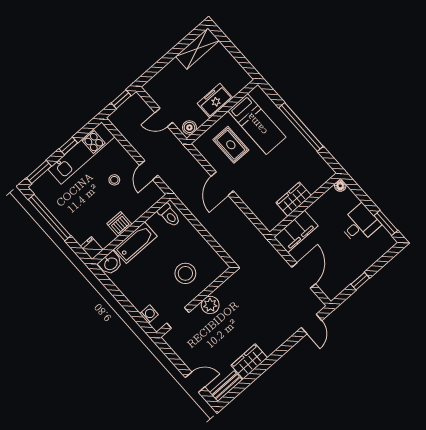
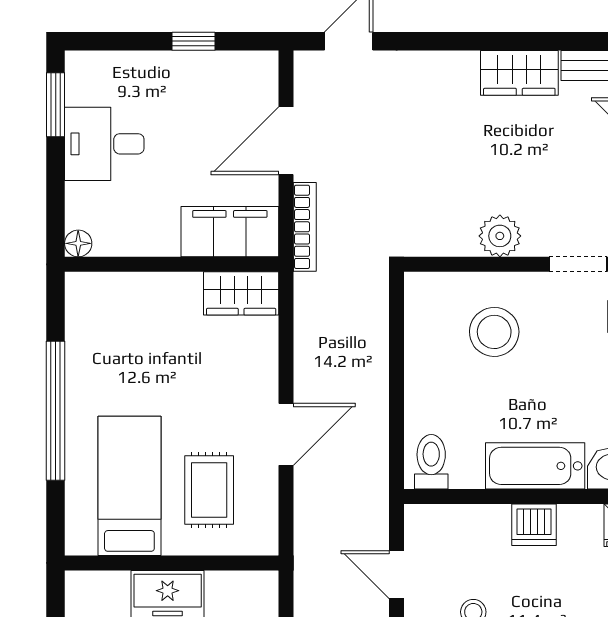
boiler: (189, 127) -> (256, 587), removed
door: (149, 170) -> (397, 575), swing flipped
wardrobe: (294, 199) -> (241, 293), moved
bookcase: (274, 254) -> (305, 227), added

